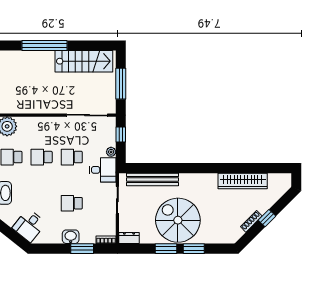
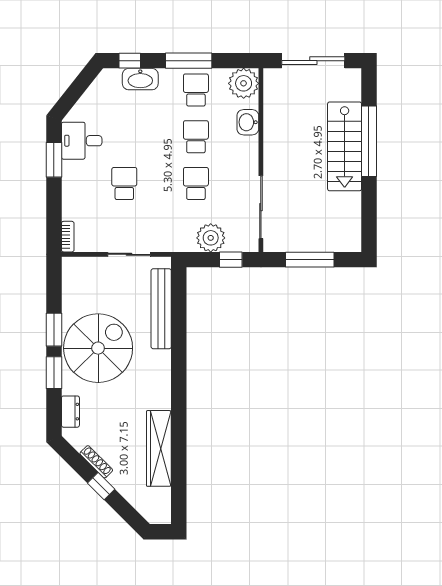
stairs: (84, 61) -> (345, 146), moved
plant: (111, 152) -> (211, 238), width x1.88, depth x1.88
desk: (103, 170) -> (176, 232), removed
desk: (29, 225) -> (82, 141), moved, turned -38
washbasin: (71, 237) -> (248, 122), moved, turned 180
dresser: (129, 238) -> (70, 412), moved
window: (82, 249) -> (54, 160), moved

